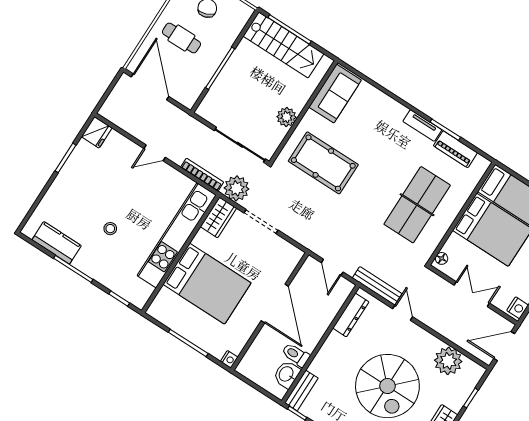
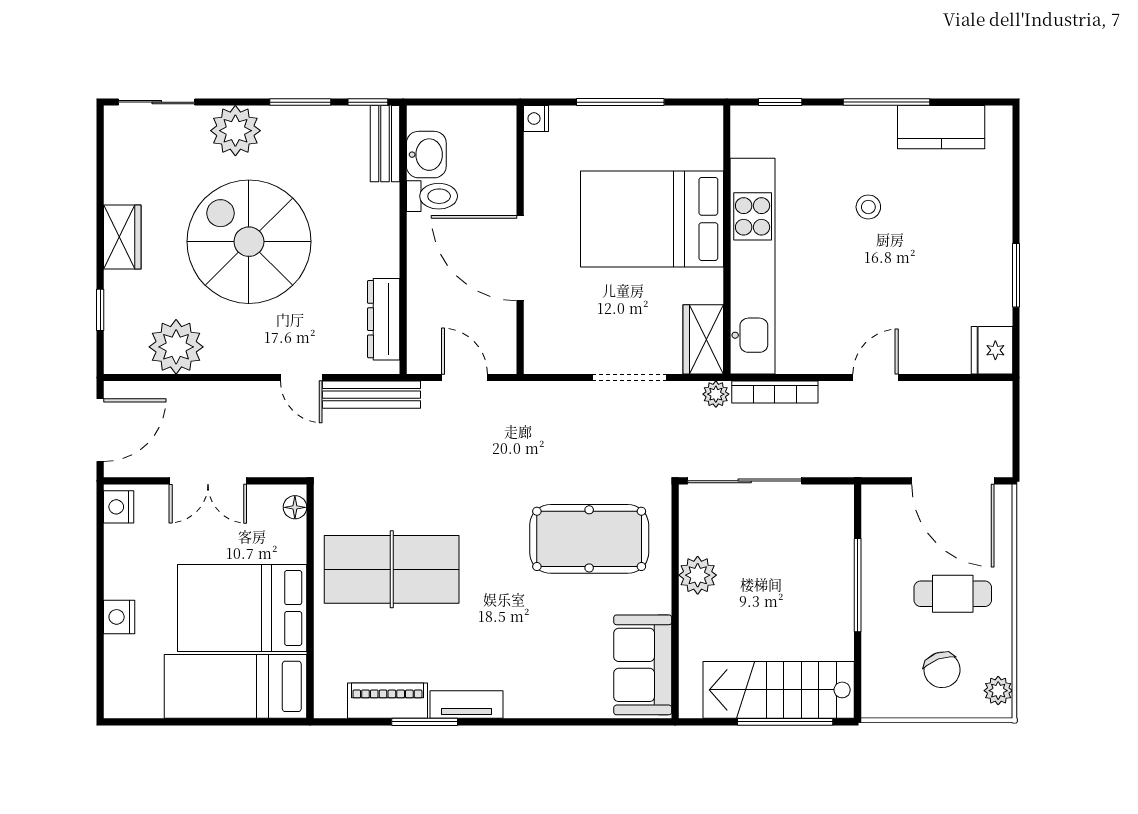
plant: (237, 188) -> (716, 394), width x0.53, depth x0.53
table tennis table: (417, 205) -> (392, 569), turned 90

